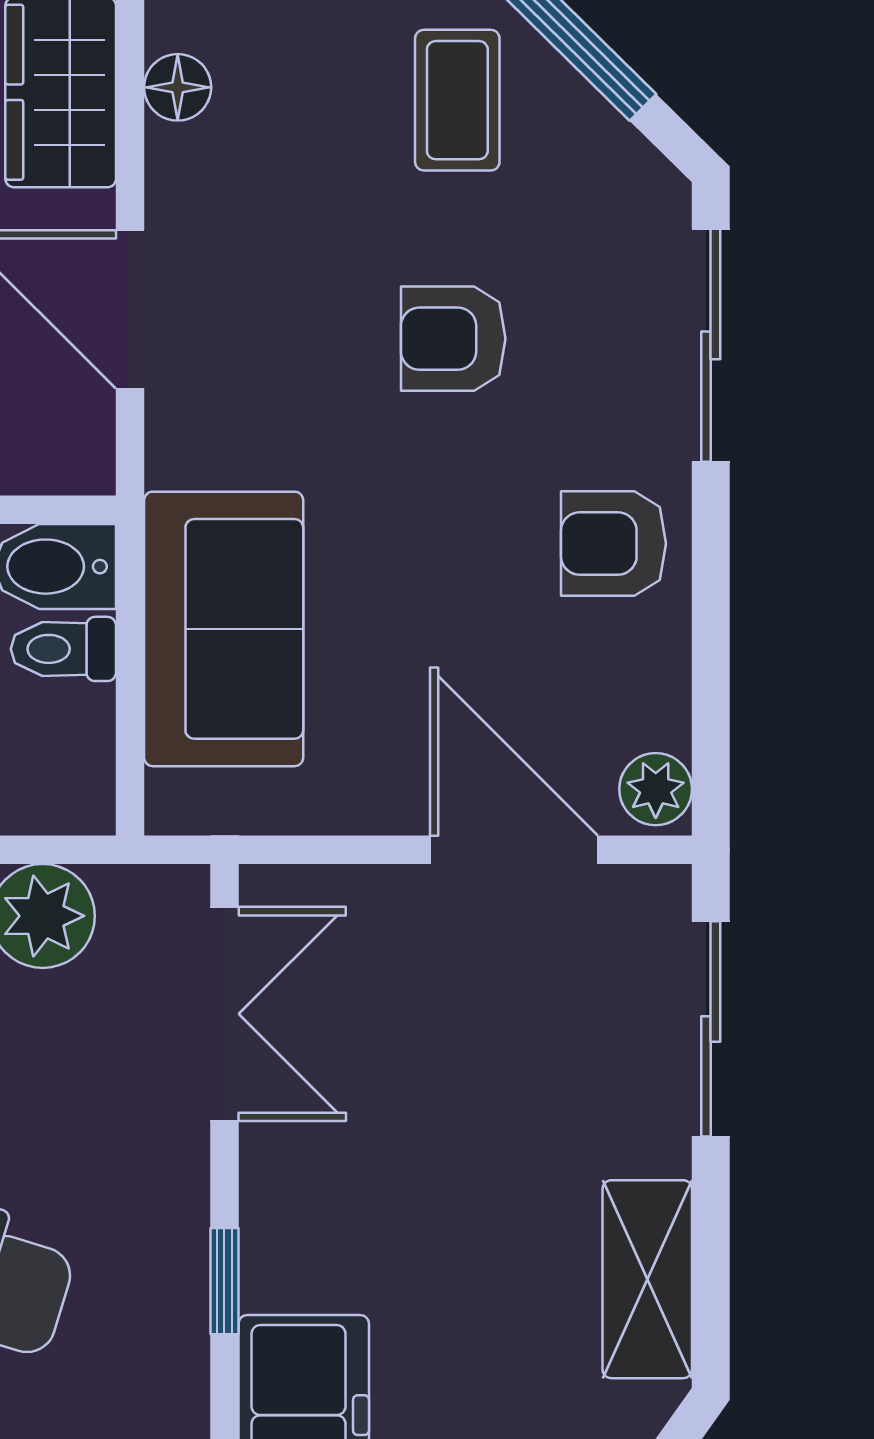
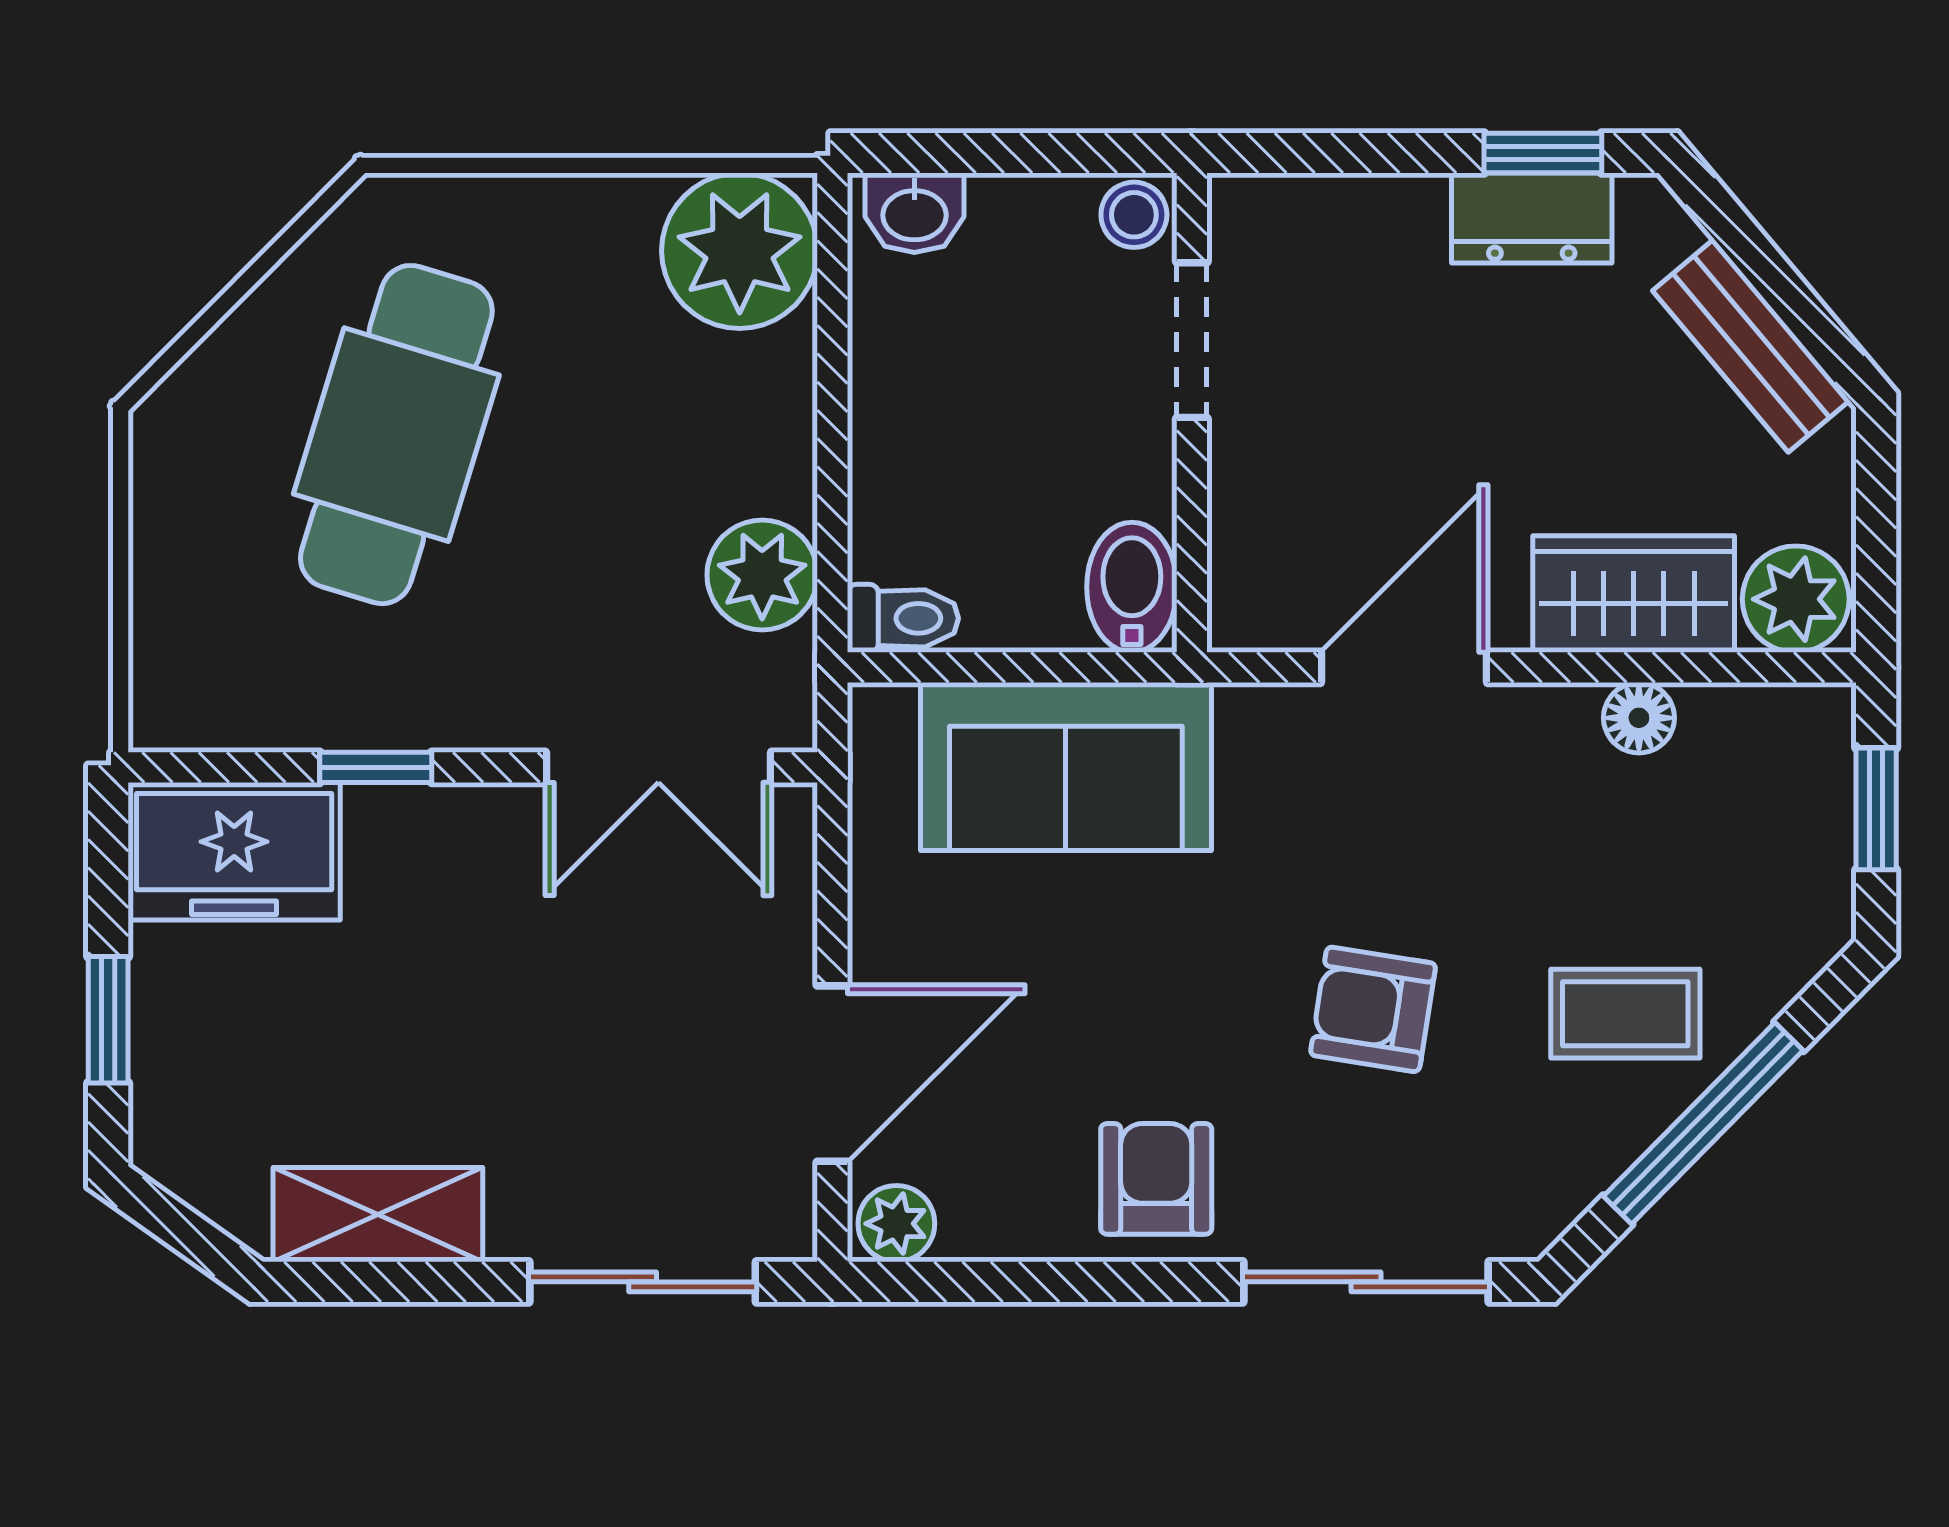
armchair: (453, 339) -> (1373, 1009), turned -81
toilet: (63, 649) -> (903, 618), moved, turned 90

